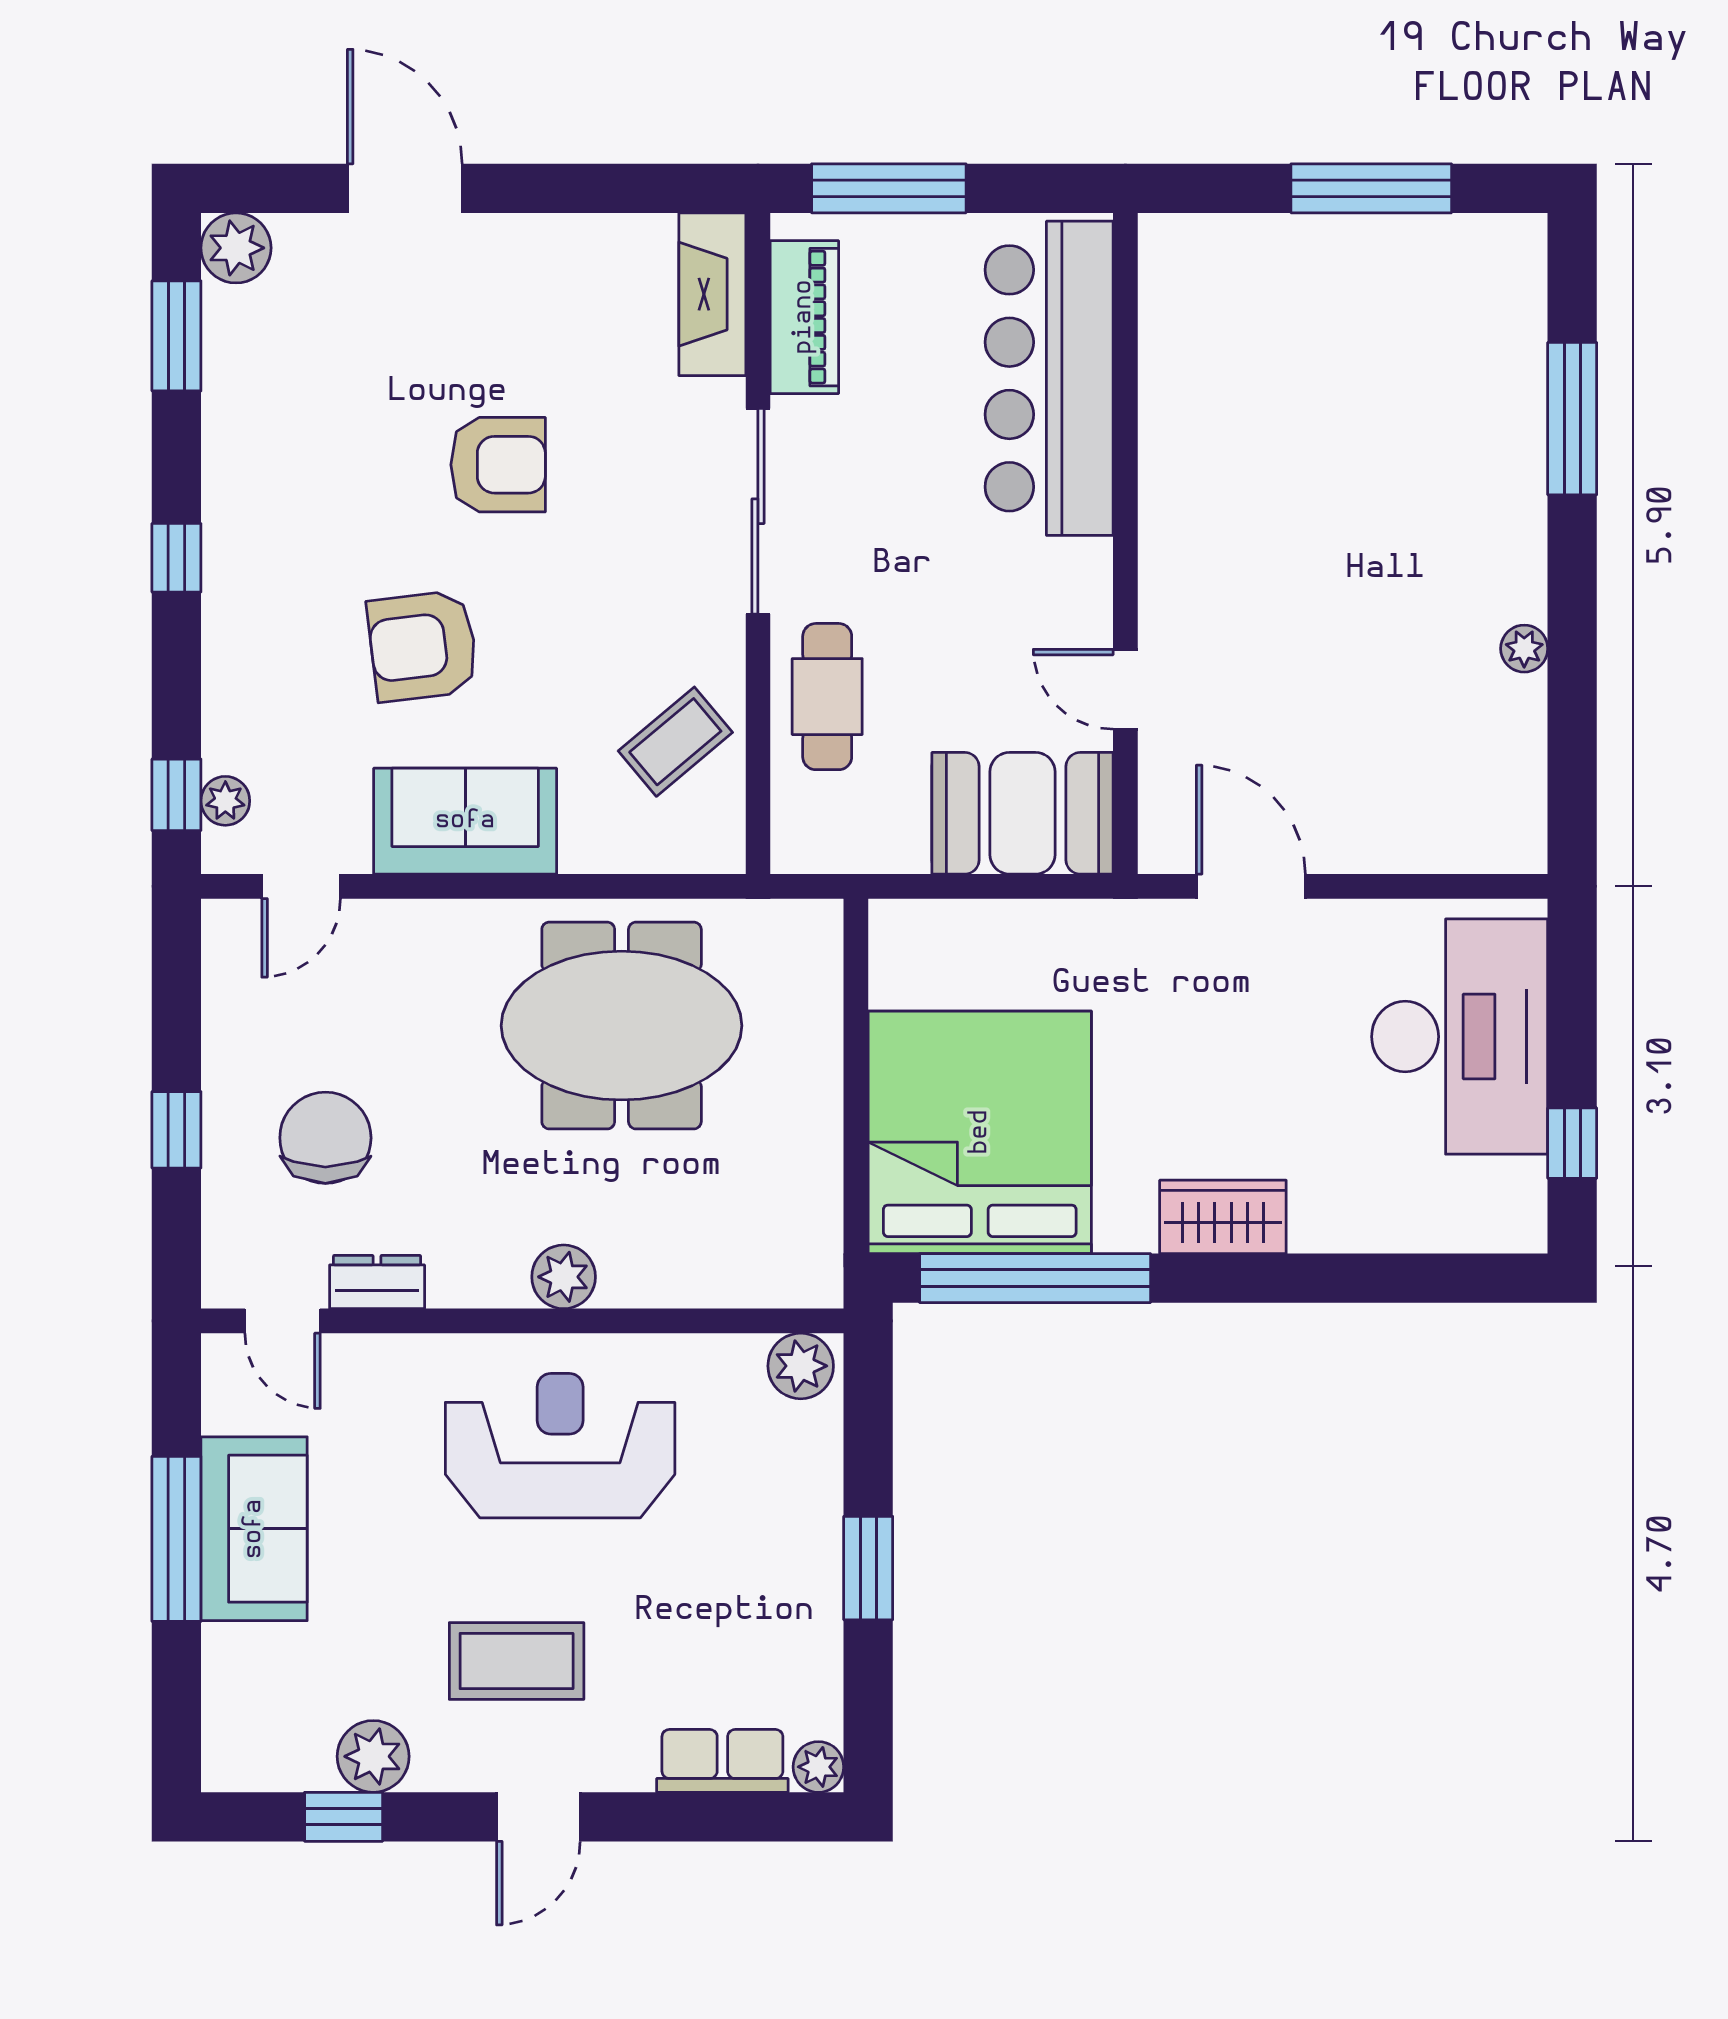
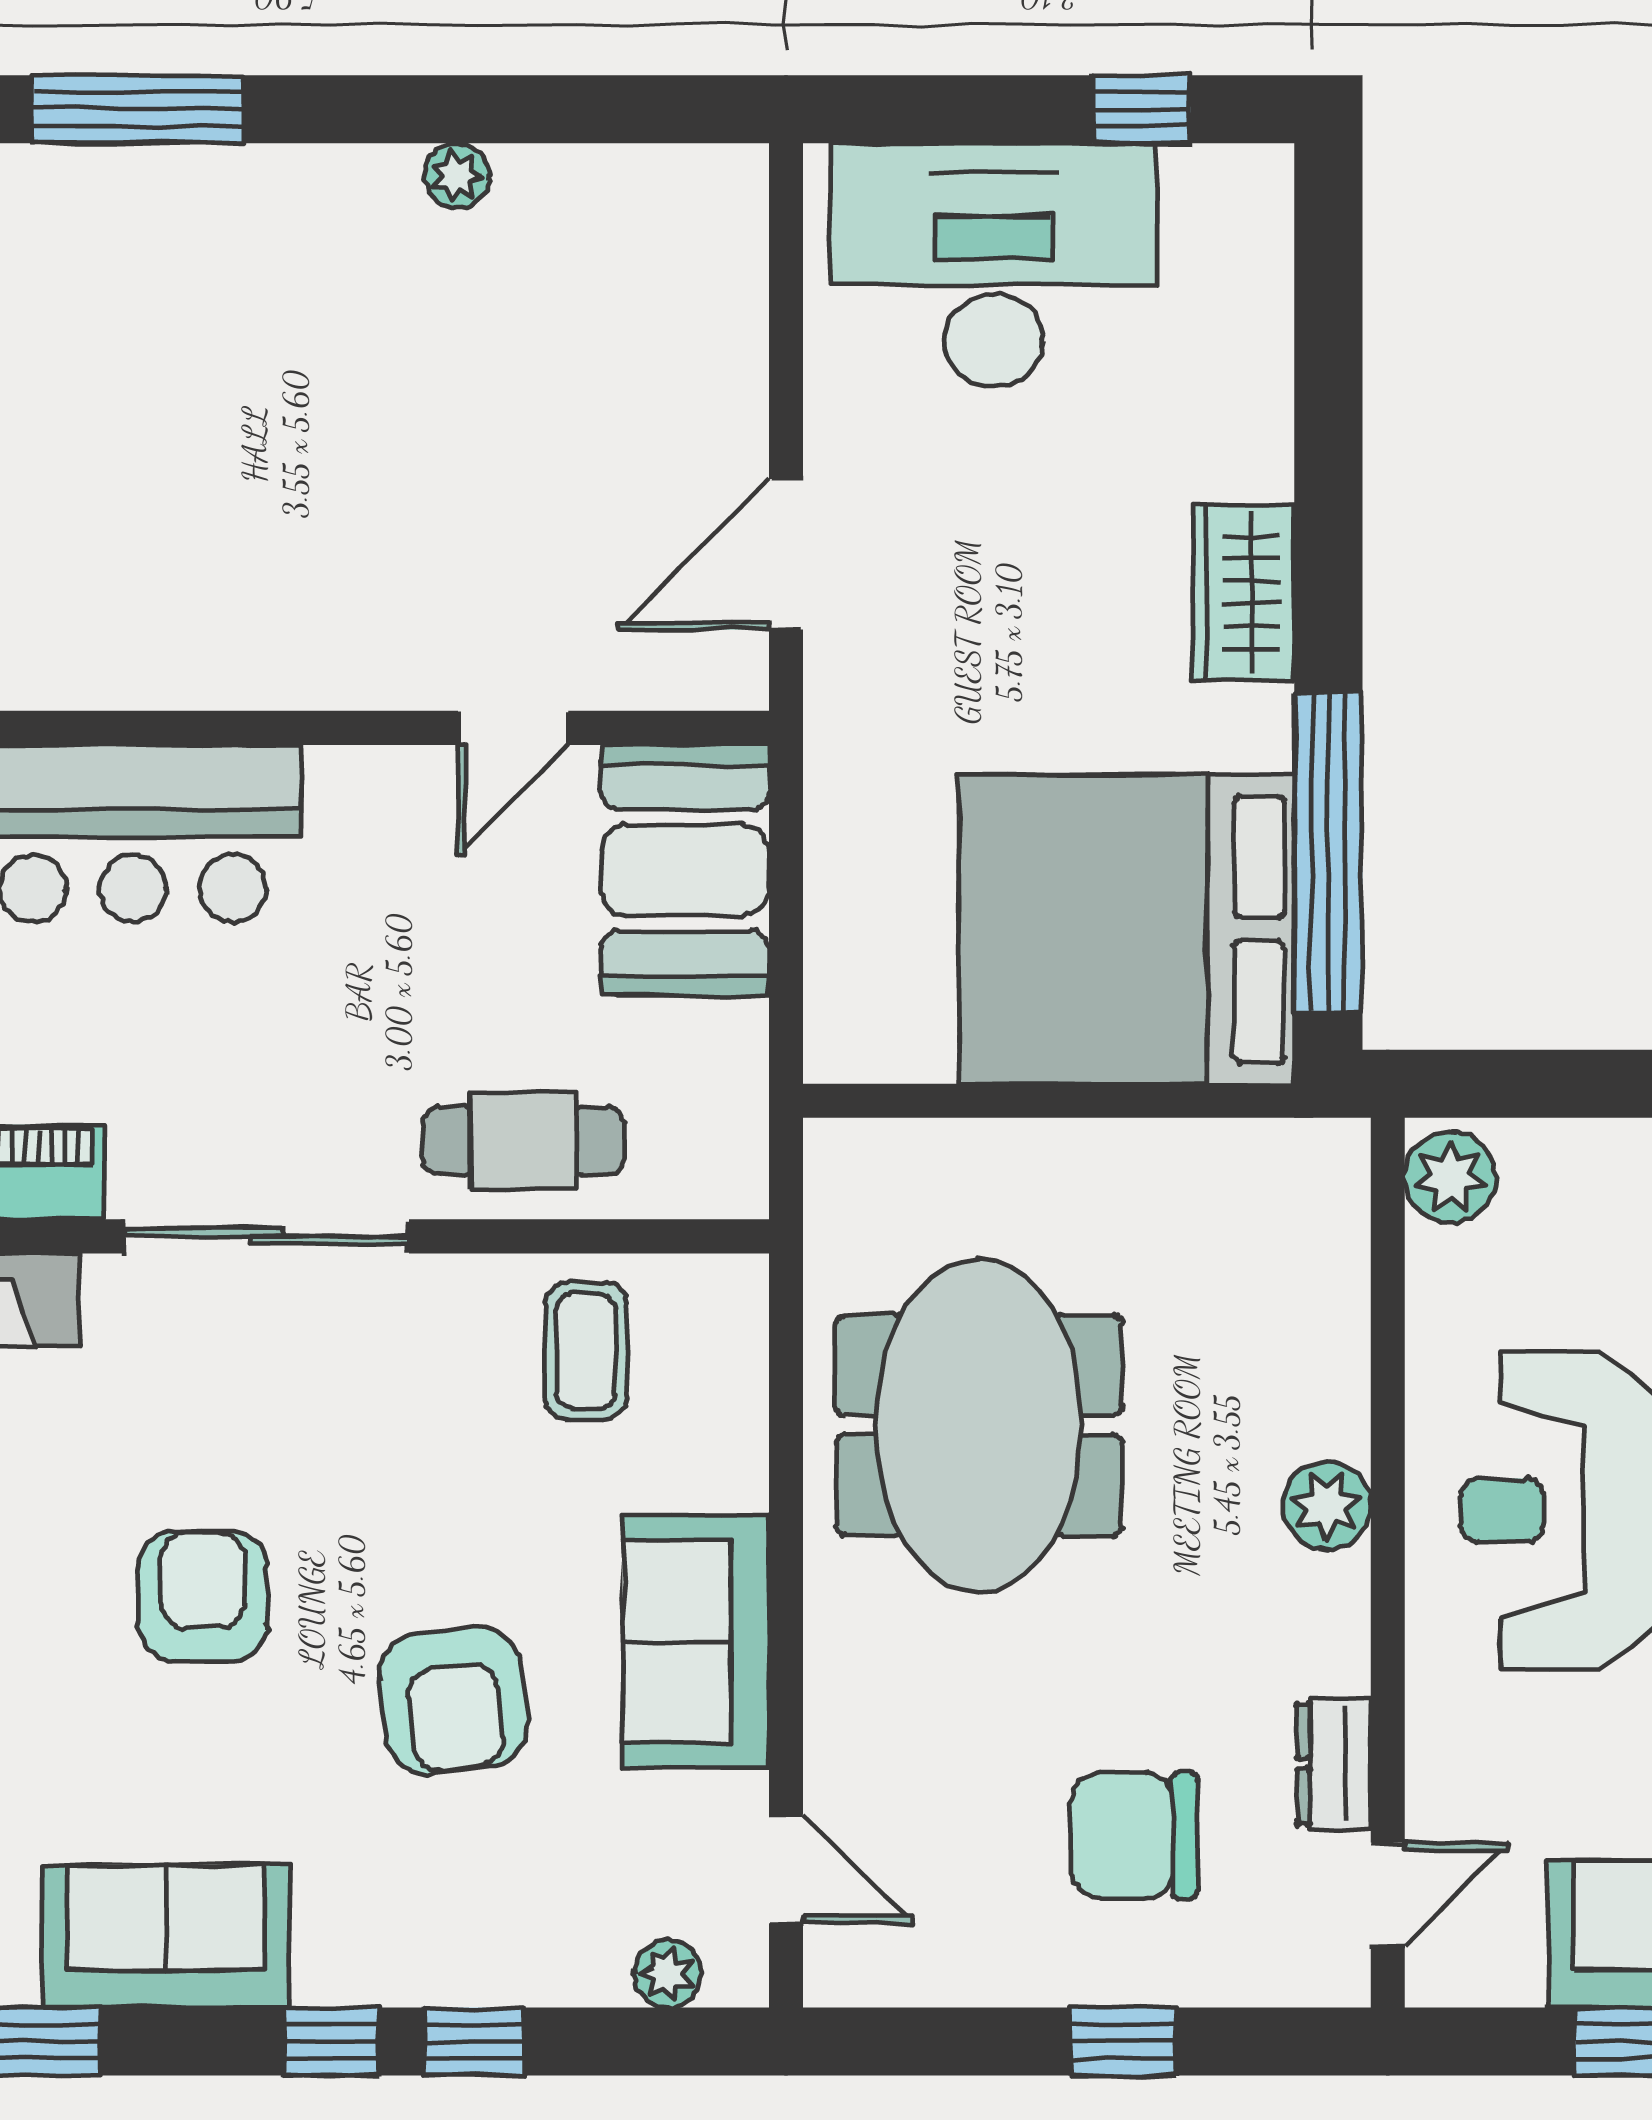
sofa: (252, 438) -> (166, 1936), added
coffee table: (675, 742) -> (586, 1351), turned 40
window: (176, 795) -> (475, 2042), moved

